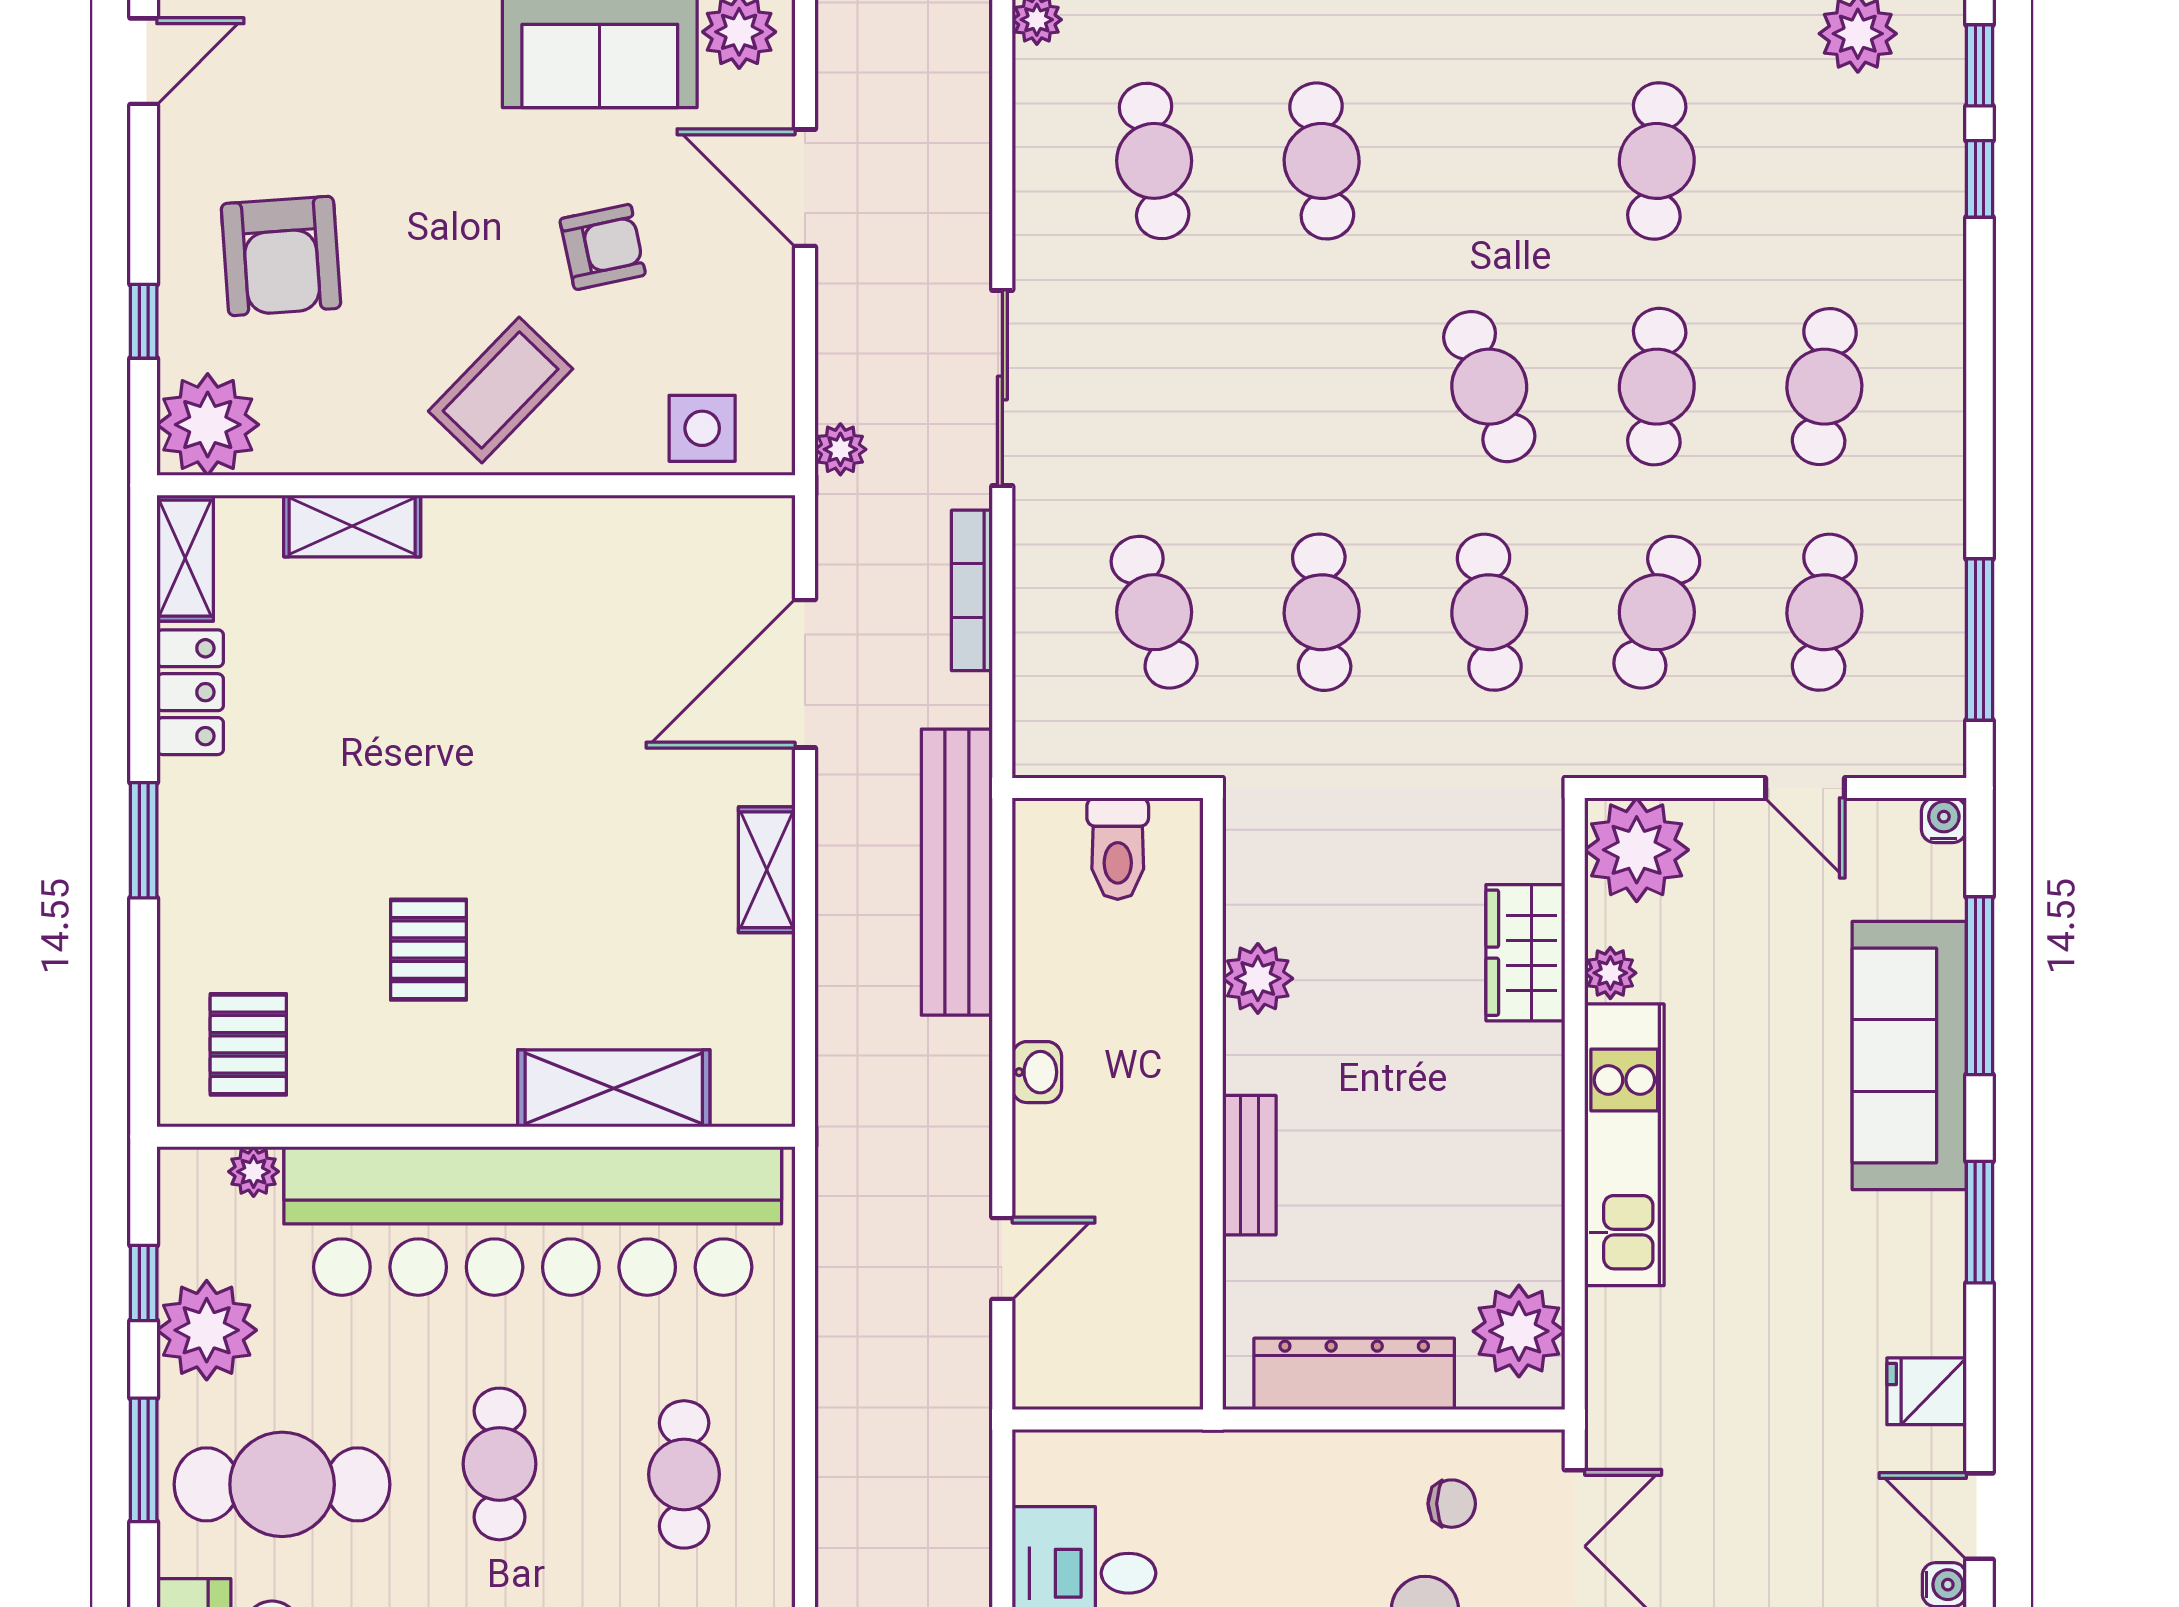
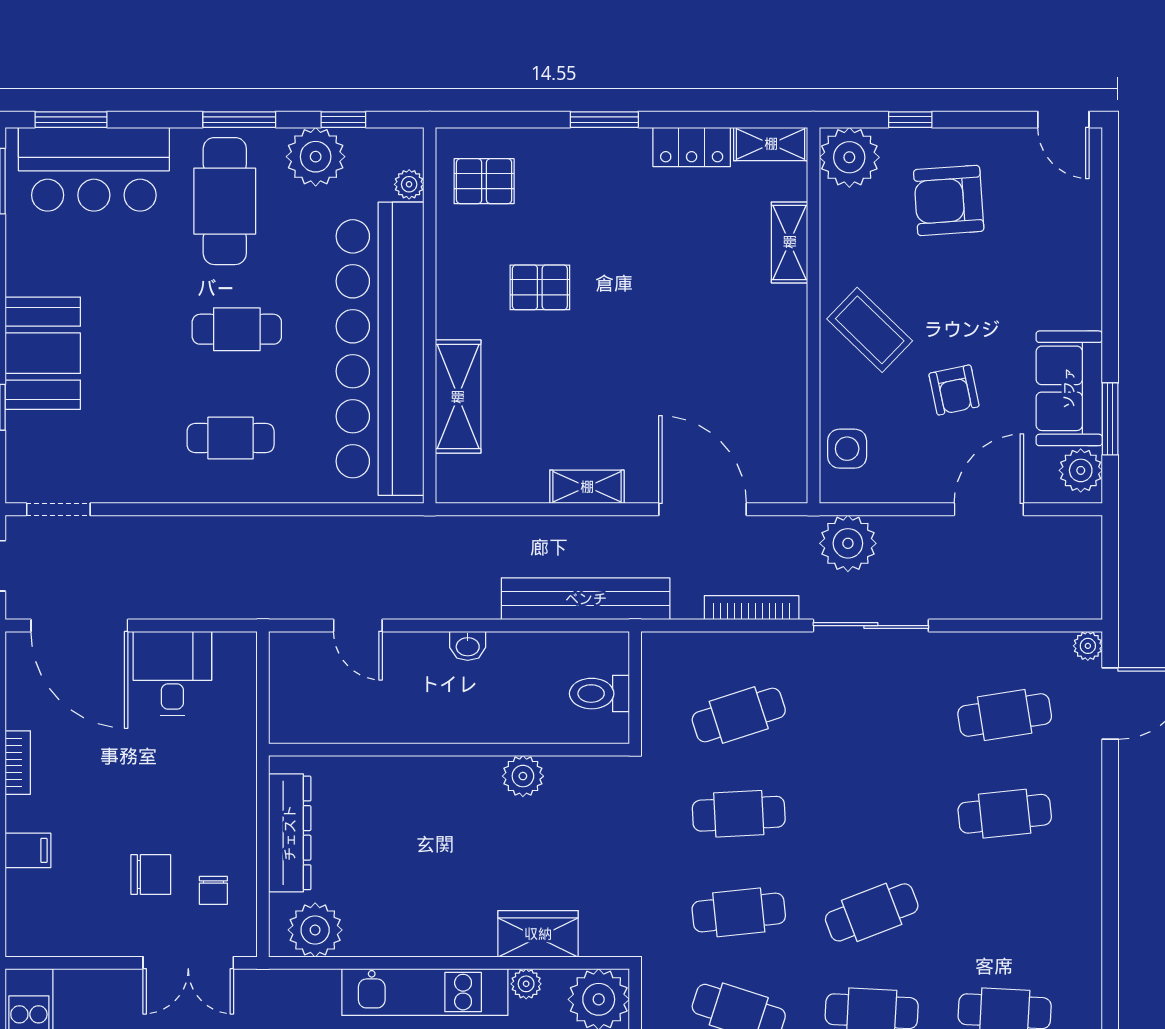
plant: (840, 449) -> (848, 543), width x1.88, depth x1.88
bench: (1249, 1165) -> (413, 771), removed

